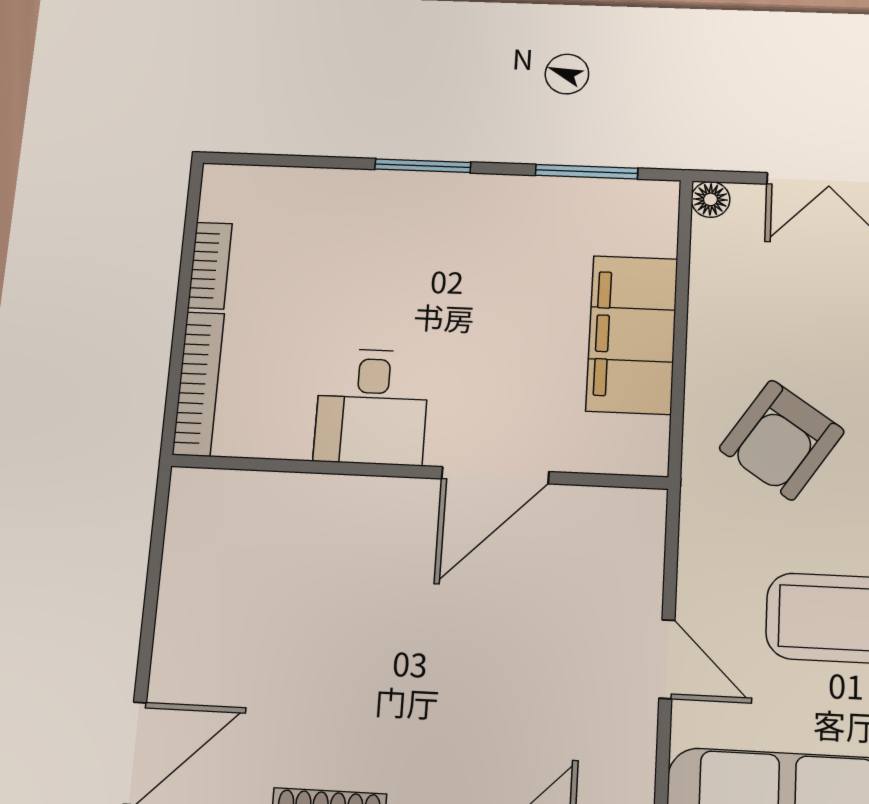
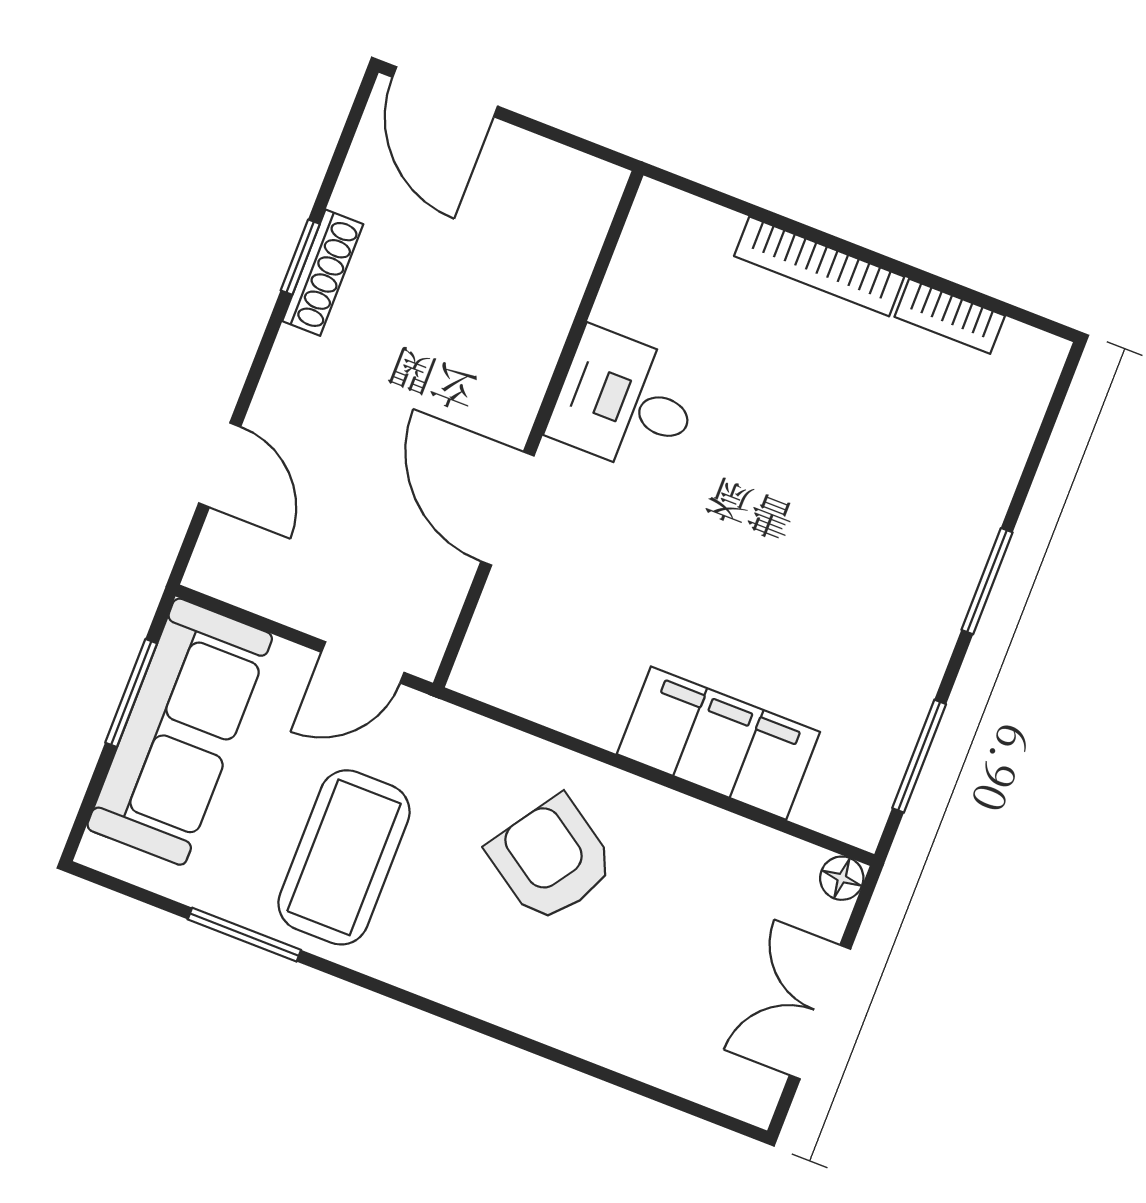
desk: (372, 407) -> (626, 402), moved
wall: (418, 472) -> (538, 429), moved
door: (495, 475) -> (507, 508), moved

